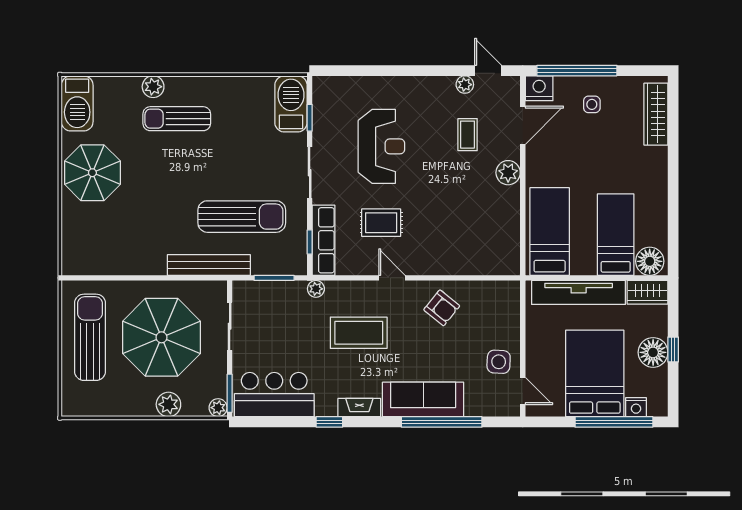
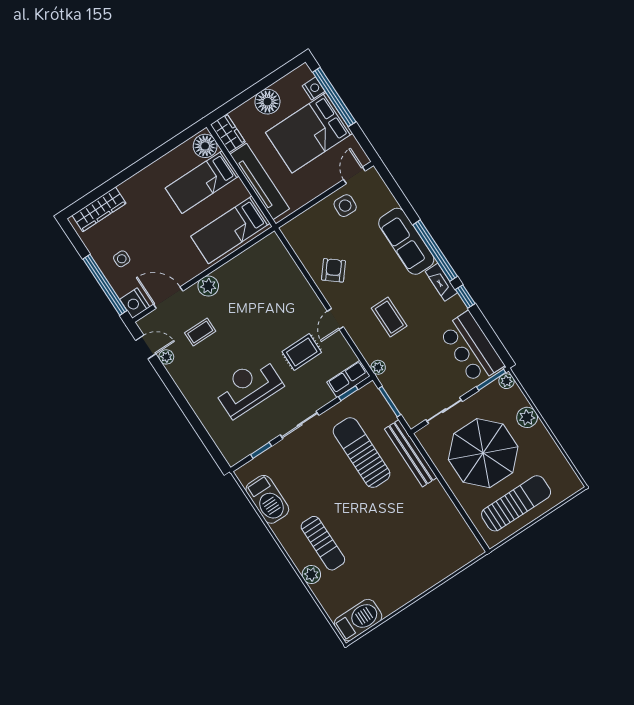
door: (488, 71) -> (146, 347), swing flipped
barbecue: (291, 104) -> (267, 499), moved, turned -90
parasol: (92, 173) -> (400, 577), removed
rug: (381, 223) -> (302, 352), turned 90
row of seats: (324, 240) -> (348, 379), width x0.68
coffee table: (359, 333) -> (389, 317), width x0.73, depth x0.76
sun lounger: (90, 337) -> (516, 503), turned 180
window: (673, 349) -> (256, 89), removed
window: (442, 422) -> (435, 251), moved

